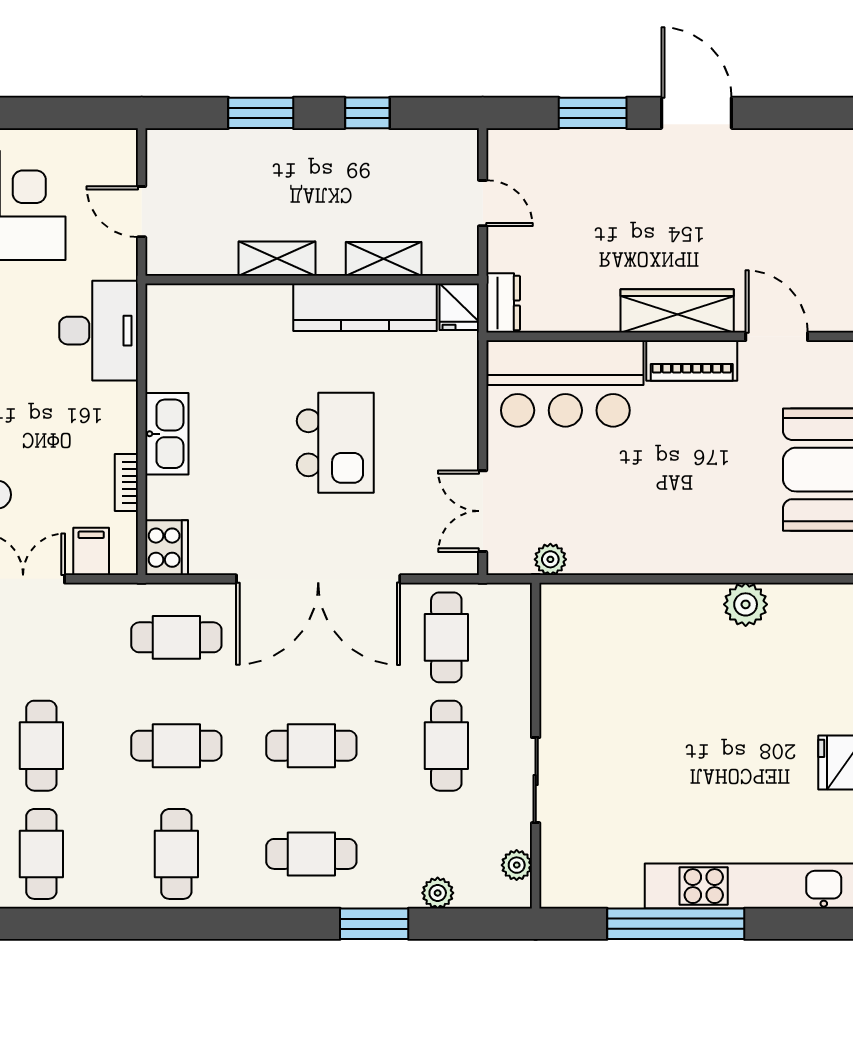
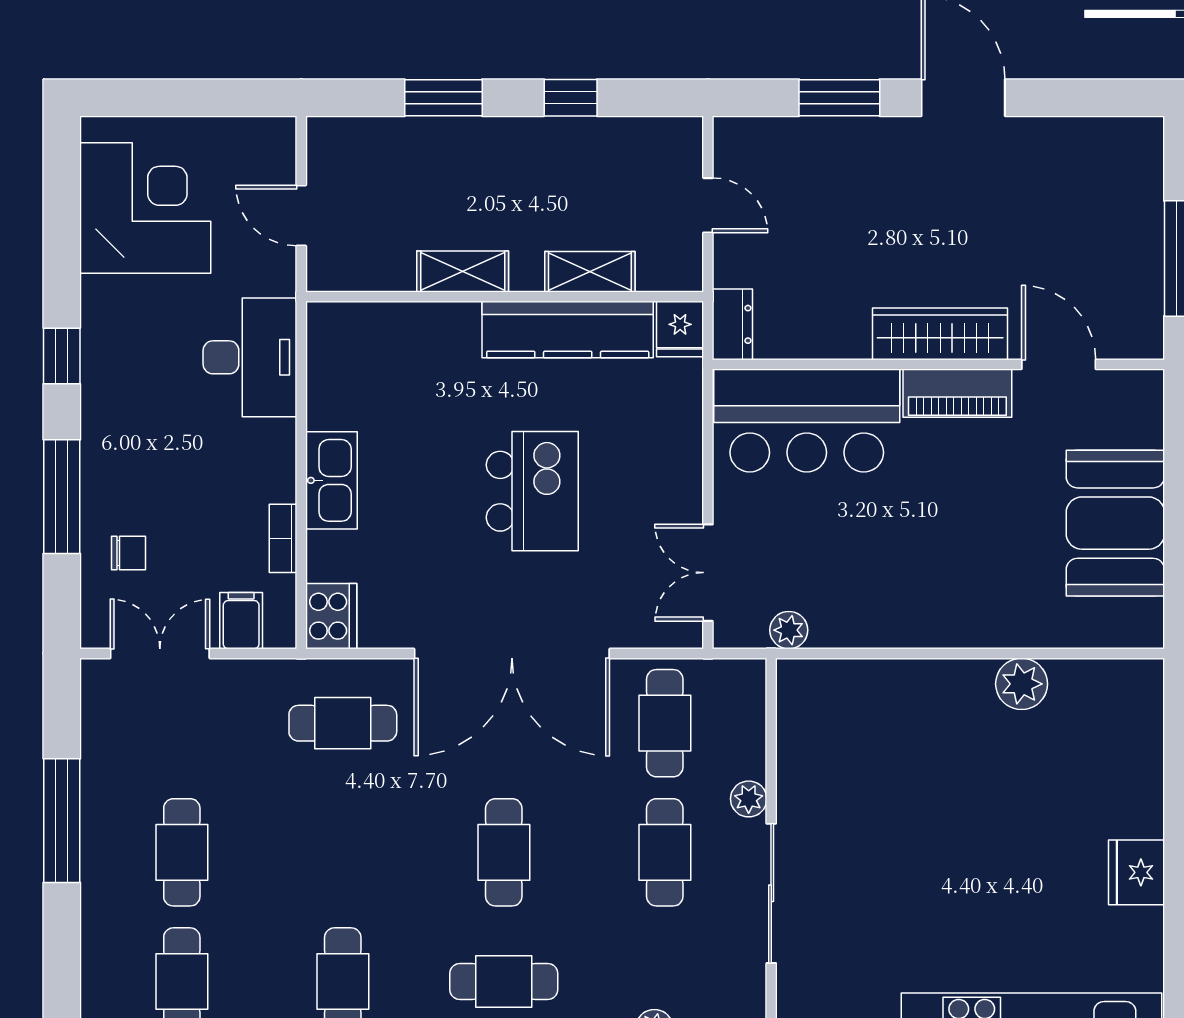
cafe table: (176, 746) -> (343, 852), removed
cafe table: (311, 746) -> (504, 852), turned 90
sliding door: (536, 780) -> (771, 893), width x1.37
plant: (517, 865) -> (749, 799), moved

